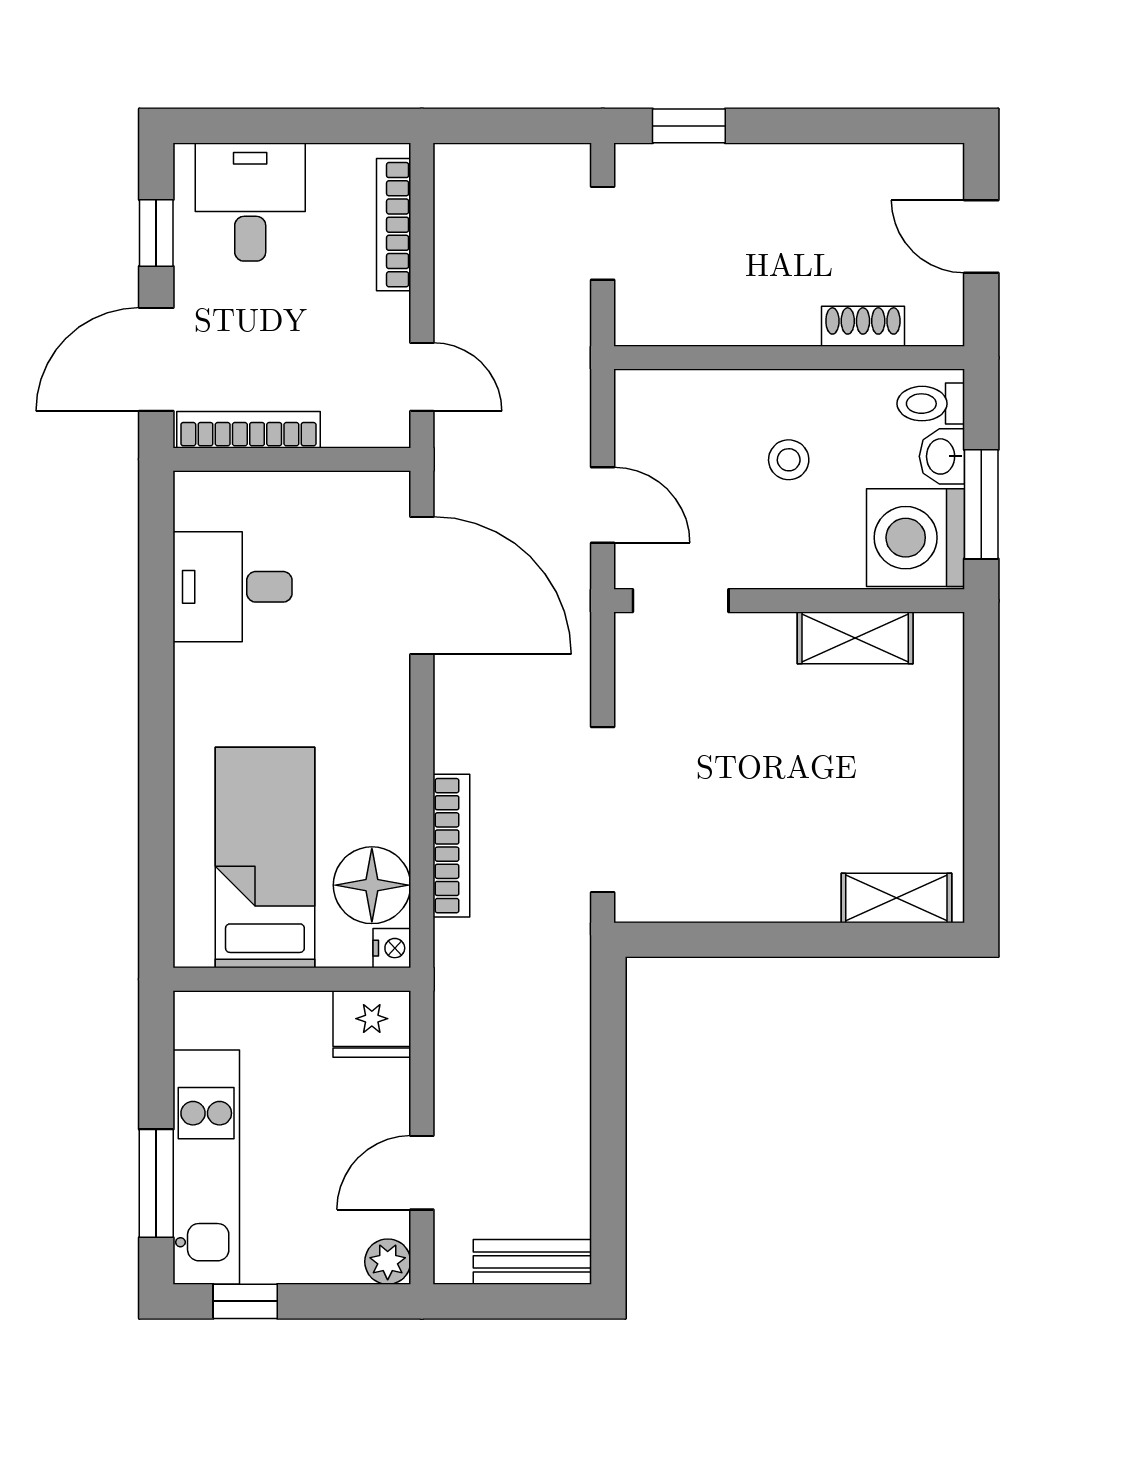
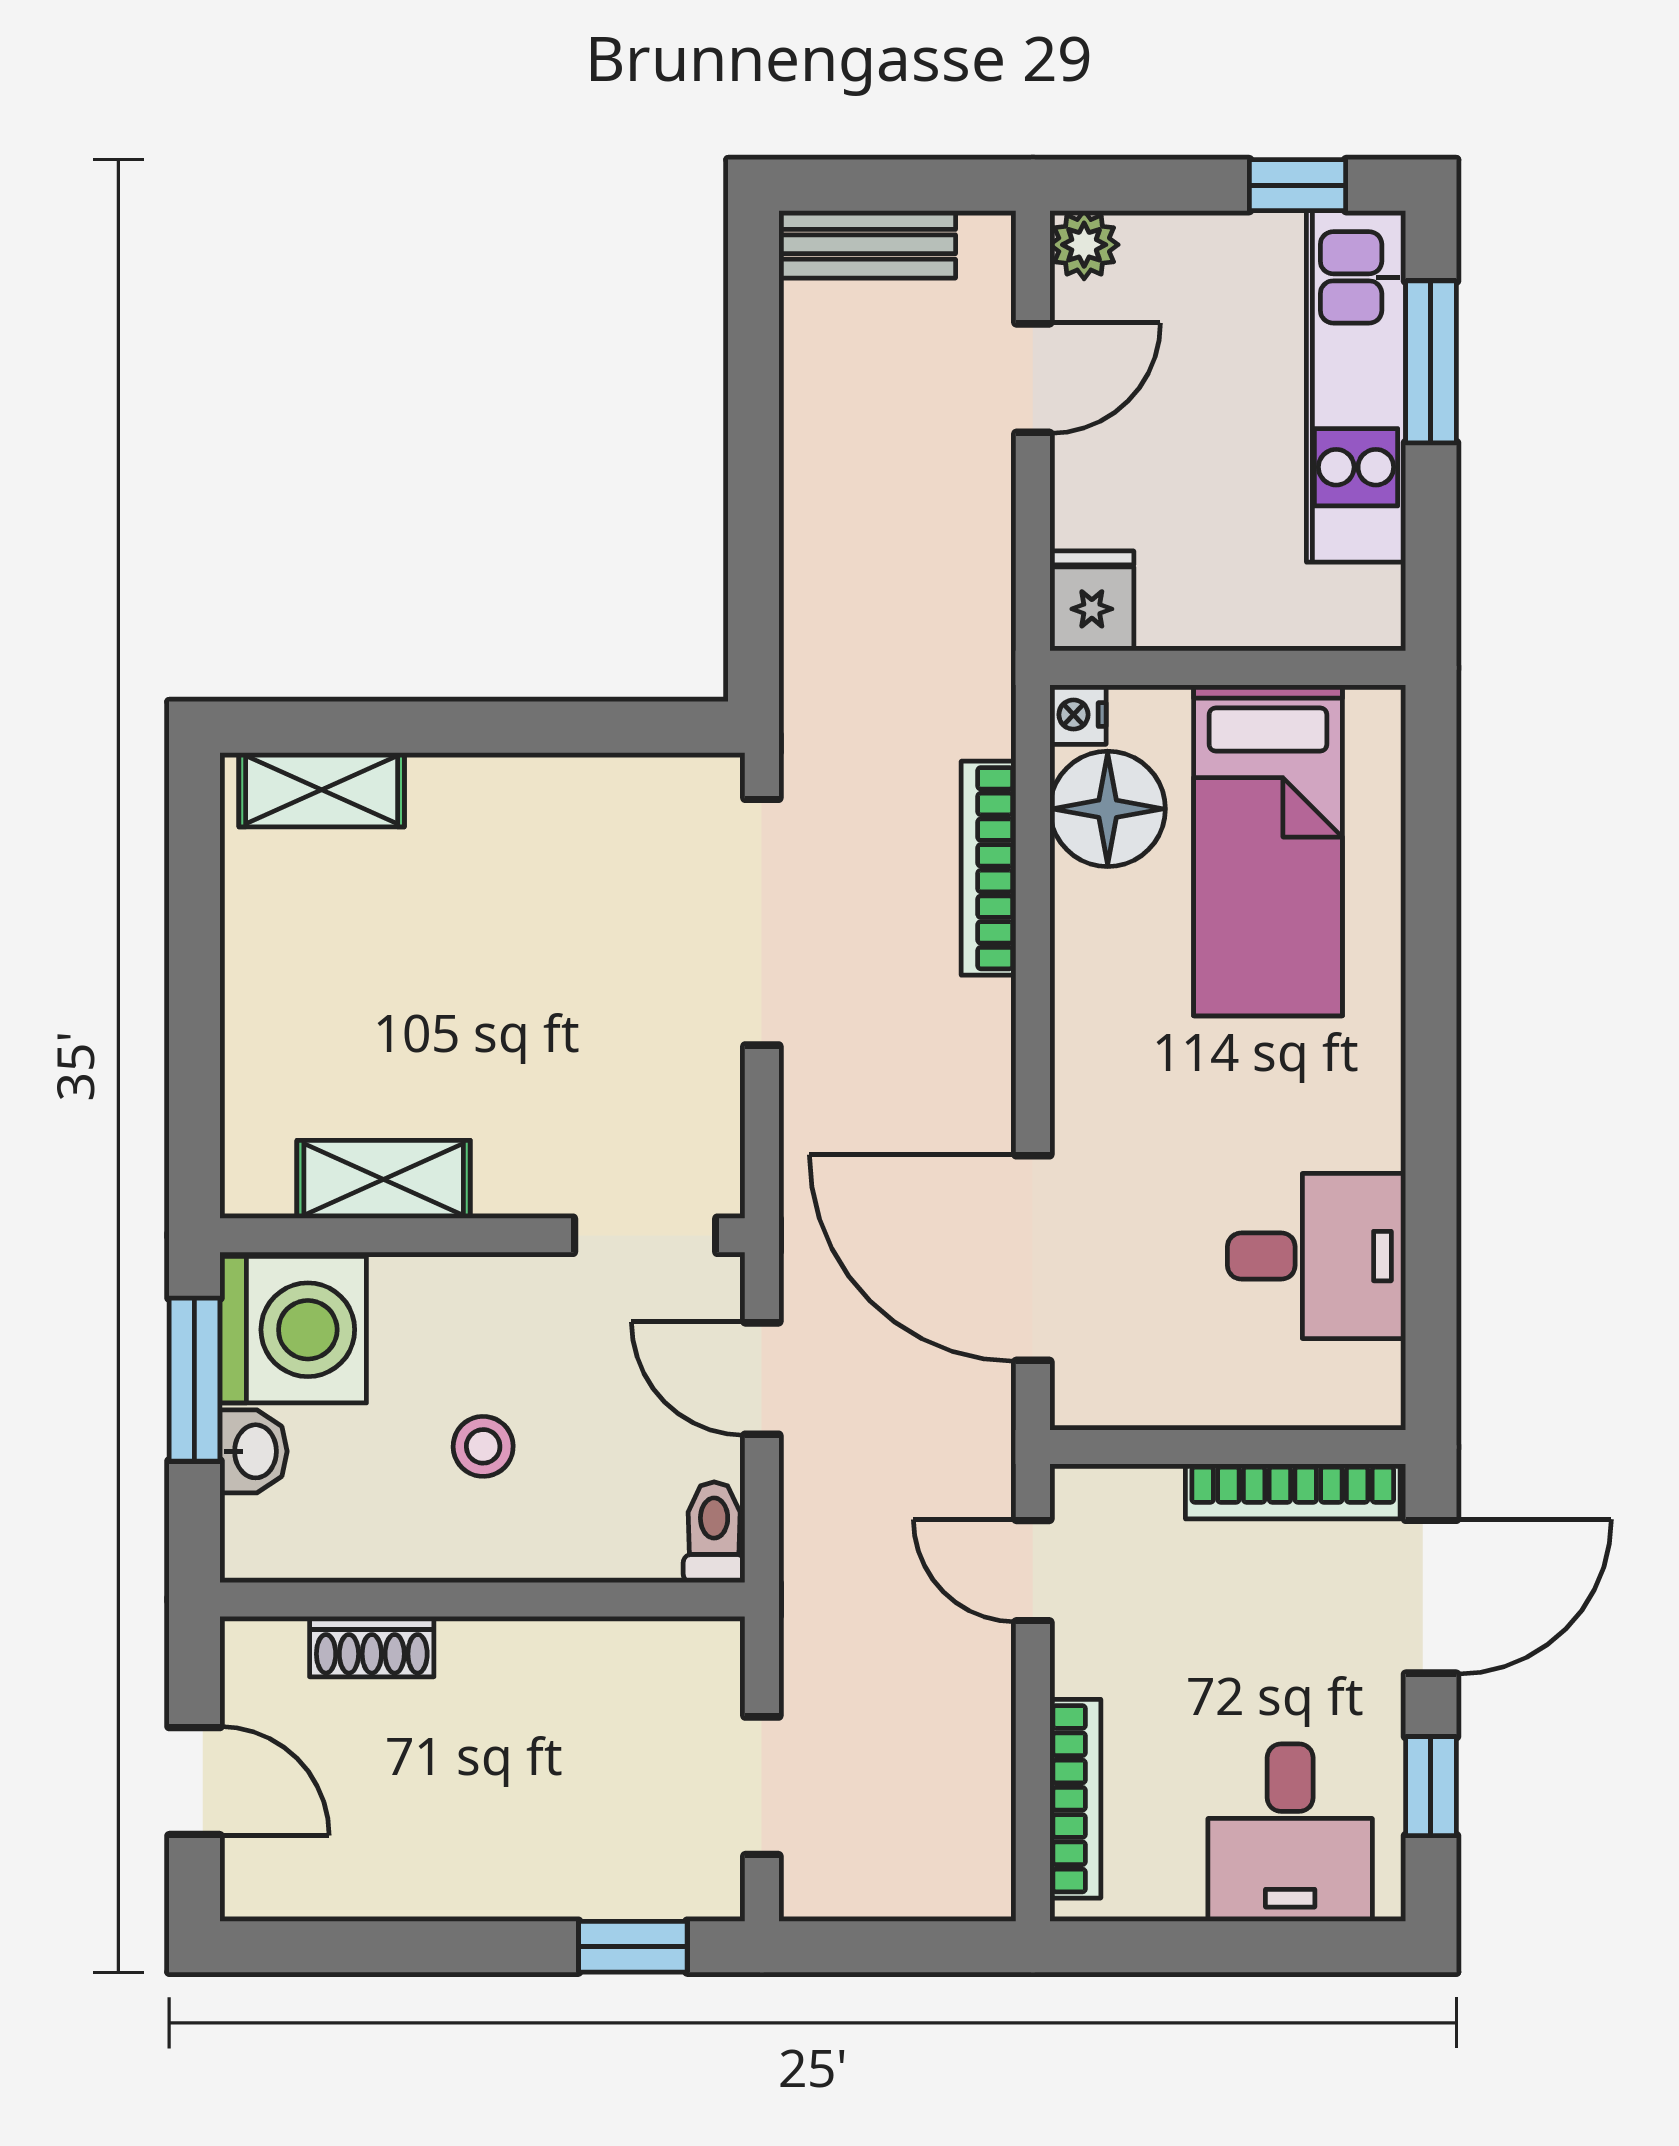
toilet: (931, 404) -> (714, 1532), moved, turned -90
fridge: (372, 1024) -> (1092, 601), width x0.72

